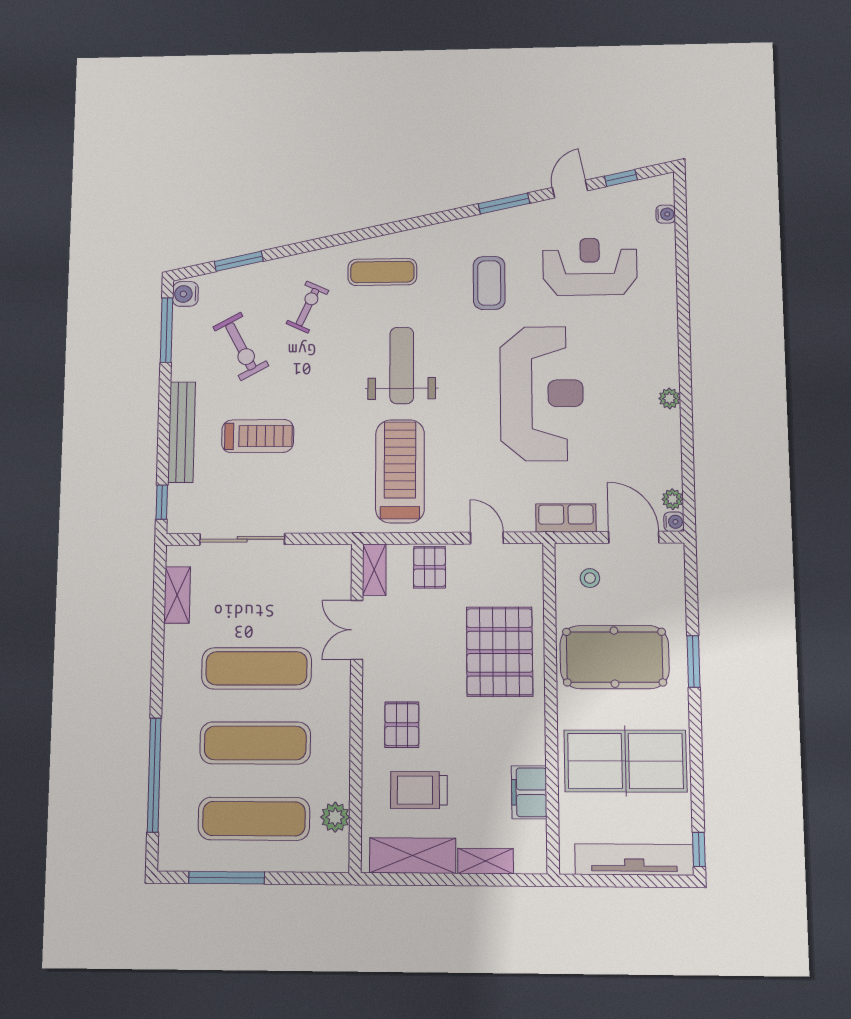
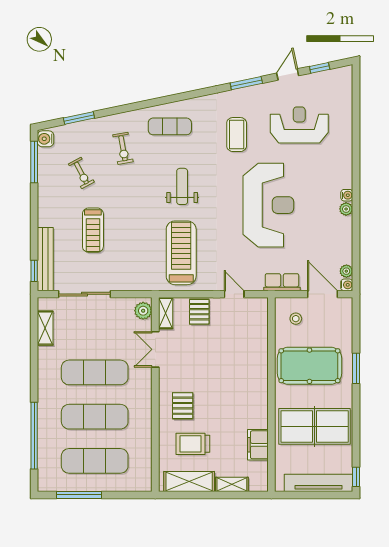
water cooler: (666, 214) -> (347, 195), moved
exercise bike: (307, 307) -> (123, 148), turned 145
exercise bike: (241, 346) -> (81, 173), width x0.73, depth x0.72
weight bench: (402, 365) -> (182, 186), width x0.73, depth x0.75
bench: (182, 432) -> (45, 259), moved
treadmill: (258, 436) -> (93, 230), turned 90
pallet: (500, 652) -> (241, 363), removed
plant: (335, 817) -> (143, 311), moved

